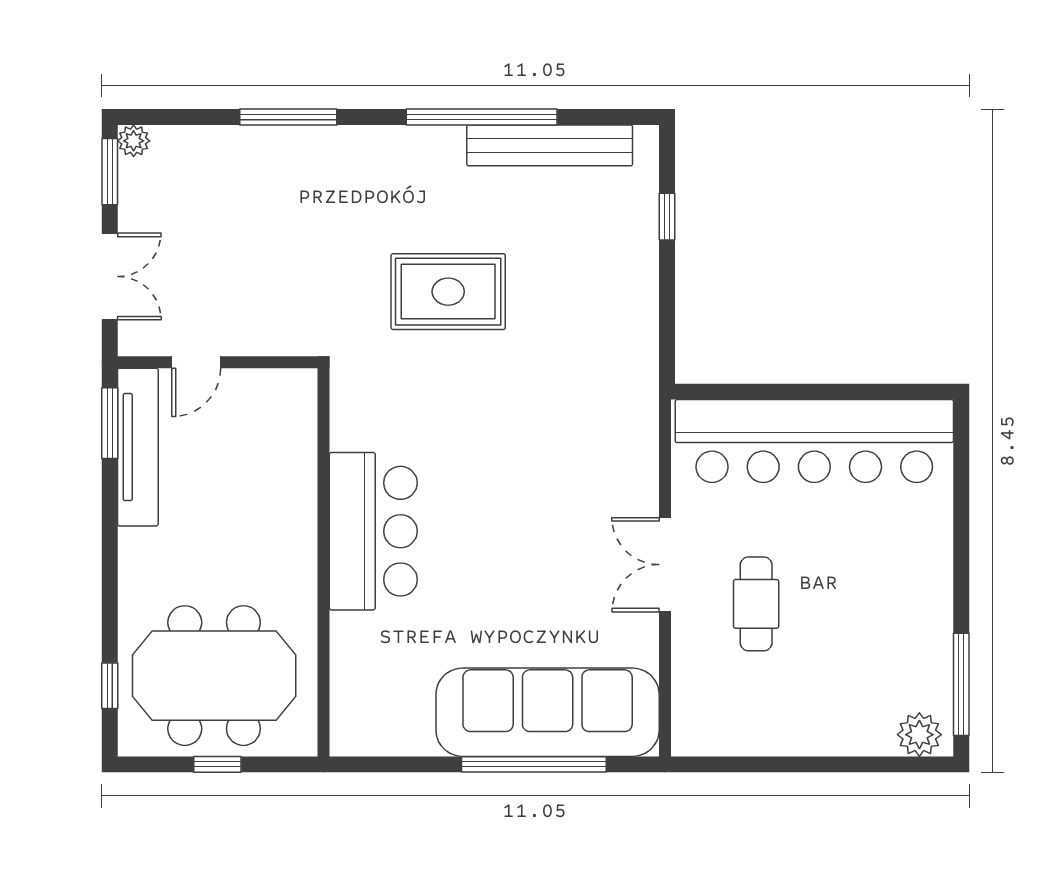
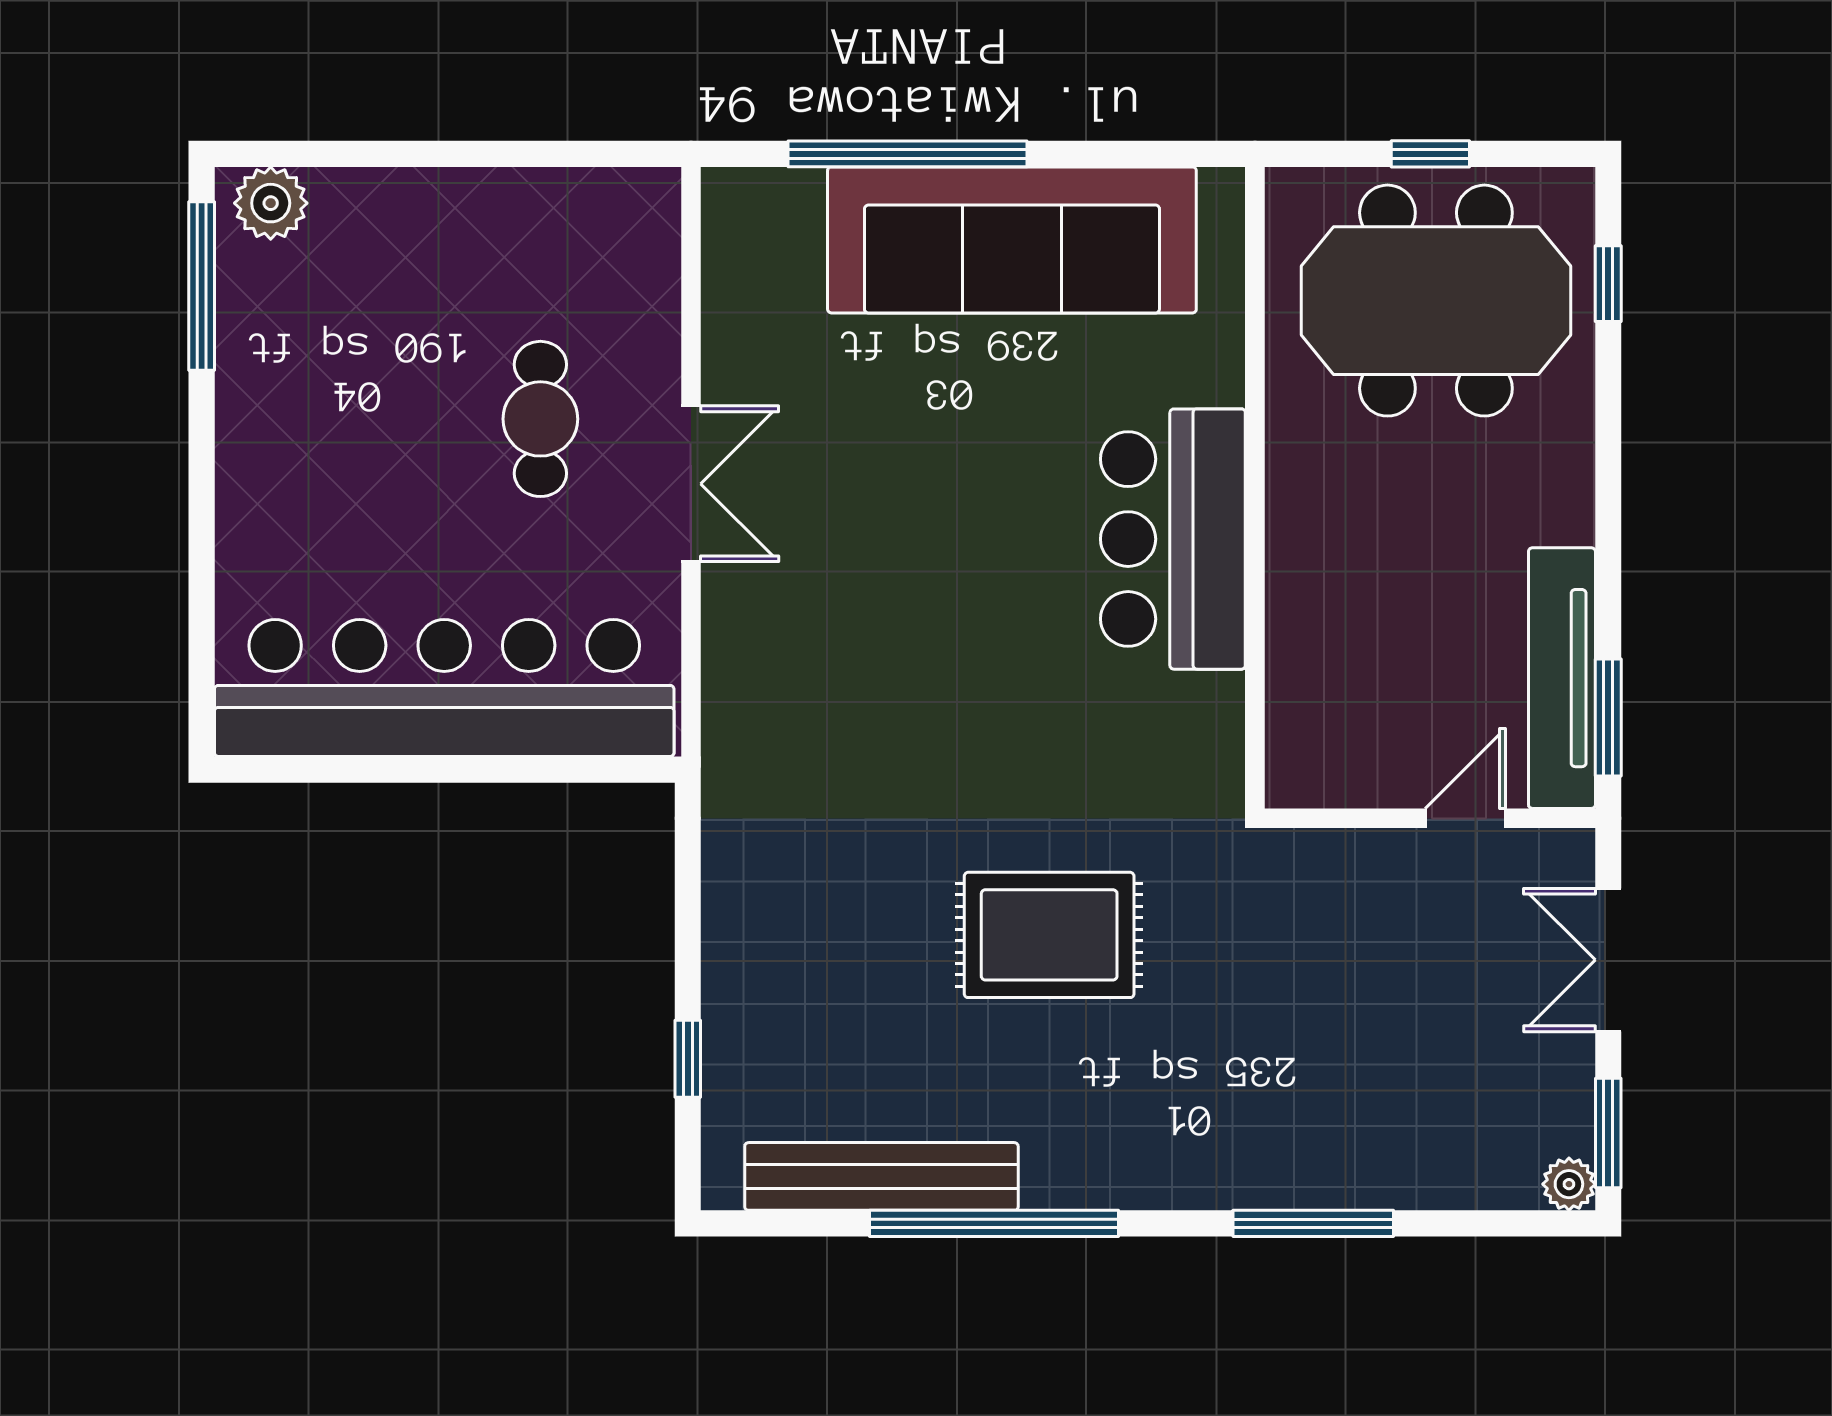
sofa: (548, 712) -> (1012, 240), moved

